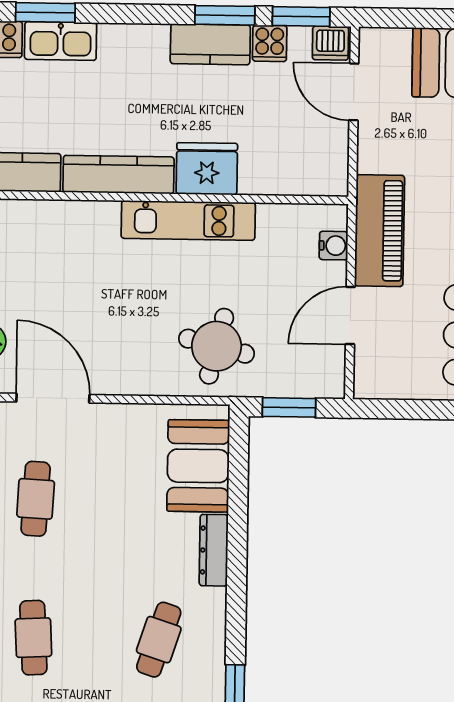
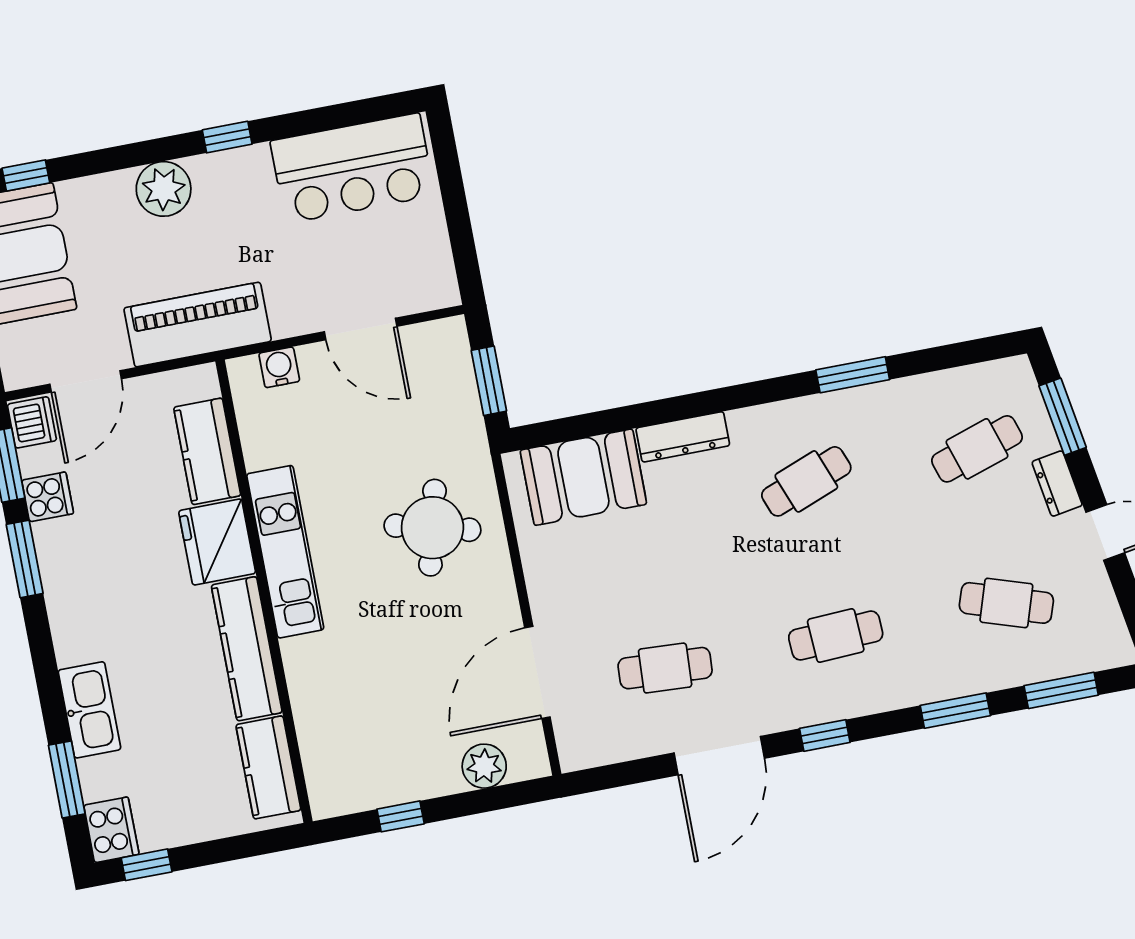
kitchen sink: (61, 41) -> (89, 710), moved
kitchen counter: (210, 44) -> (207, 451), moved, turned 180
piano: (380, 231) -> (198, 325), moved
round table: (217, 346) -> (432, 528), moved
cafe table: (159, 640) -> (806, 481), turned -39

